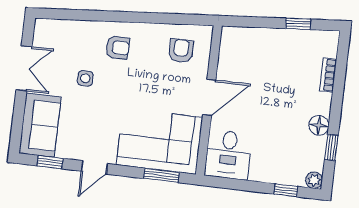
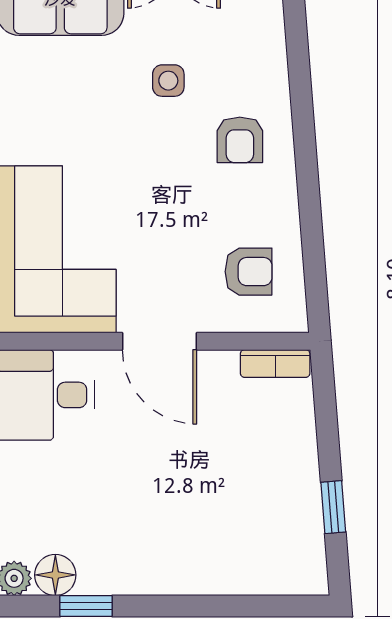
bookcase: (328, 75) -> (275, 364), moved, turned 180
floor lamp: (319, 125) -> (55, 575), moved

